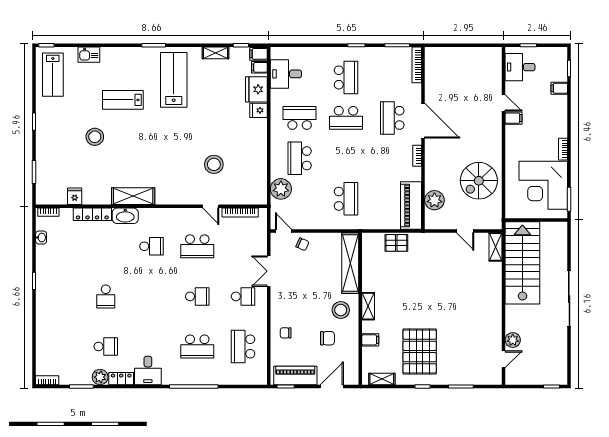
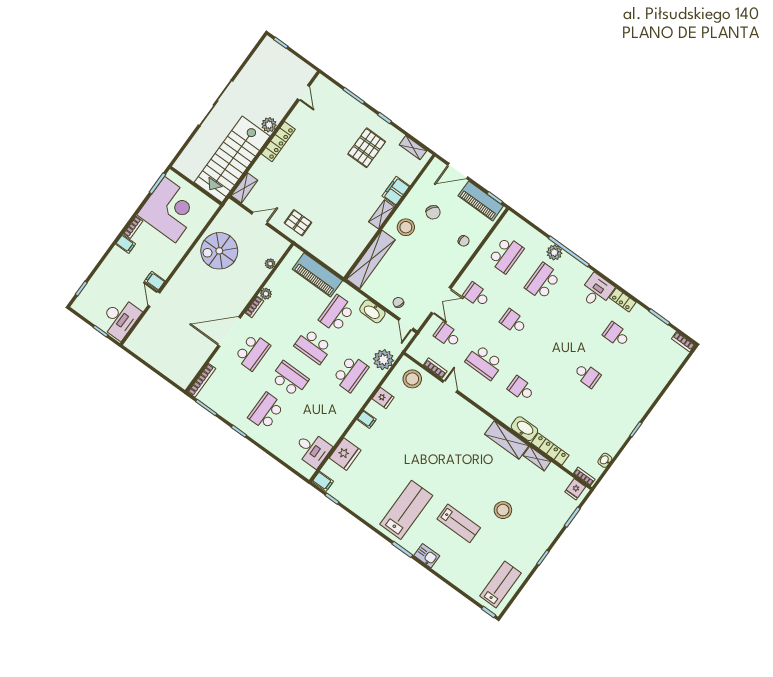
shelving: (216, 53) -> (537, 459), moved
kitchen sink: (89, 55) -> (427, 556), moved
filing cabinet: (259, 67) -> (367, 419), moved
desk: (520, 67) -> (120, 318), width x1.37
lab bench: (174, 80) -> (406, 510), turned 180
filing cabinet: (559, 88) -> (126, 244), moved
fridge: (259, 110) -> (383, 398), moved
school desk: (300, 118) -> (313, 346), moved
door: (423, 121) -> (229, 332), hinge flipped
stool: (214, 164) -> (412, 379), moved
plant: (416, 173) -> (266, 294), added
spiral stairs: (479, 181) -> (219, 251), turned 180
fridge: (75, 196) -> (575, 489), moved
plant: (434, 200) -> (270, 264), width x0.53, depth x0.53
piano: (411, 205) -> (317, 275), moved, turned 90
bookcase: (240, 213) -> (435, 368), width x0.64
washbasin: (318, 222) -> (372, 311), added
door: (465, 231) -> (260, 218), hinge flipped
pallet: (396, 243) -> (298, 223), moved
school desk: (197, 246) -> (484, 362), turned 180
school desk: (243, 246) -> (447, 335), added
school desk: (106, 296) -> (587, 375), turned 90
locker: (495, 305) -> (278, 142), added
chair: (327, 338) -> (433, 212), turned -144
filing cabinet: (370, 340) -> (396, 191), width x2.00
plant: (513, 340) -> (269, 125), moved
school desk: (197, 347) -> (543, 281), turned -90
pallet: (420, 352) -> (367, 148), width x0.73, depth x0.71
door: (504, 359) -> (303, 93), swing flipped
plant: (100, 377) -> (554, 252), moved

